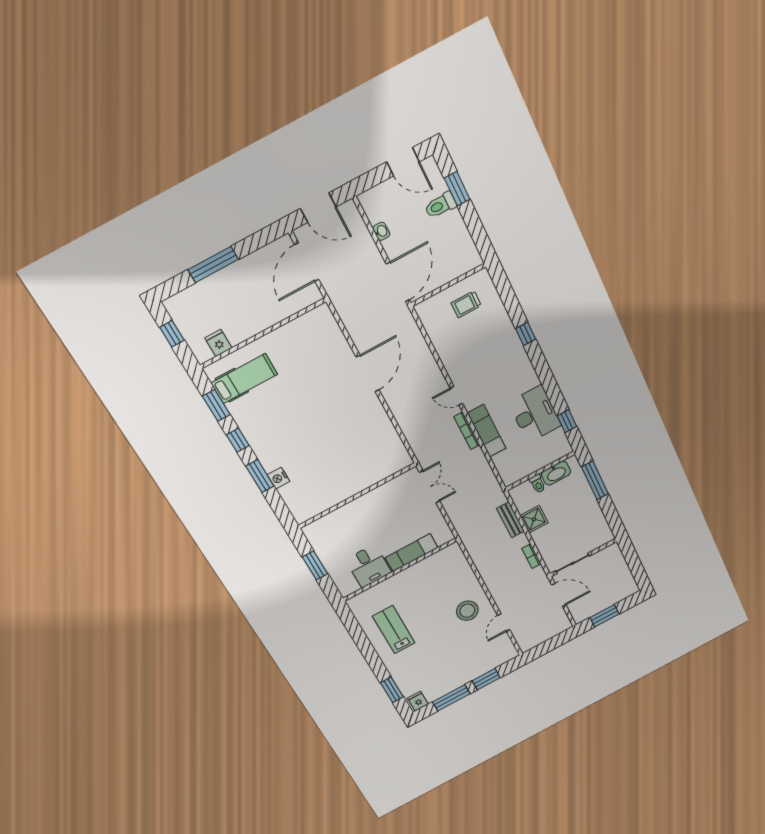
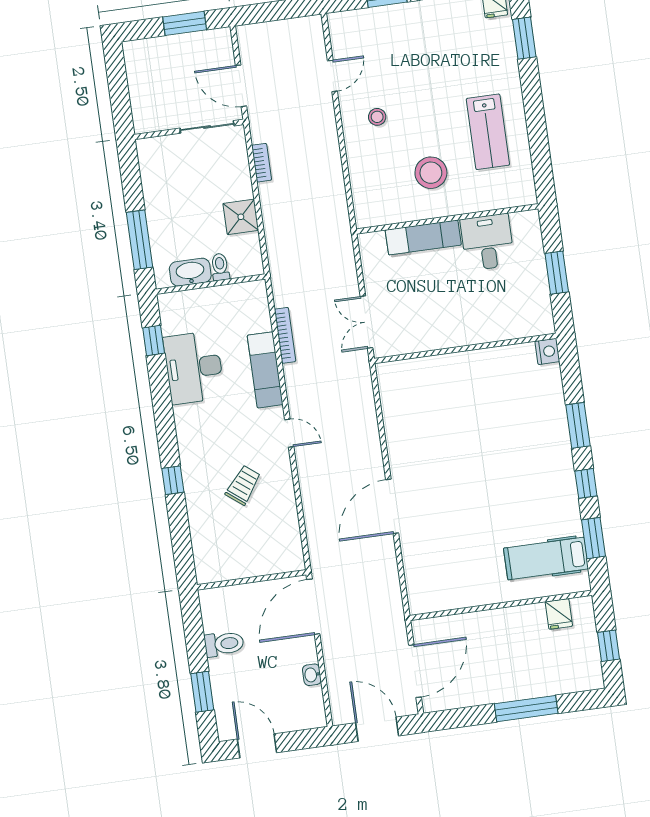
toilet: (440, 205) -> (224, 644), moved
trolley: (466, 304) -> (243, 485), moved, turned -52
bookcase: (467, 431) -> (285, 335), moved
nightstand: (278, 478) -> (547, 351), moved
bench: (510, 520) -> (274, 229), removed
stool: (421, 592) -> (431, 173), added
stool: (467, 611) -> (377, 117), width x0.53, depth x0.53

